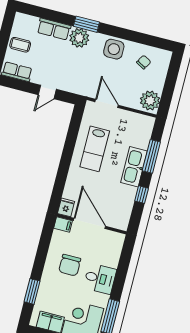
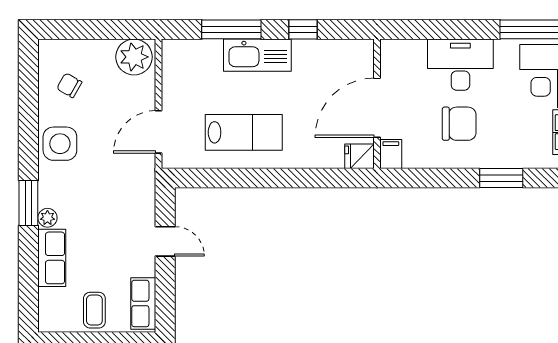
plant: (79, 38) -> (47, 218), width x0.53, depth x0.53
desk: (100, 279) -> (460, 65), width x1.37
window: (32, 291) -> (501, 178), moved

